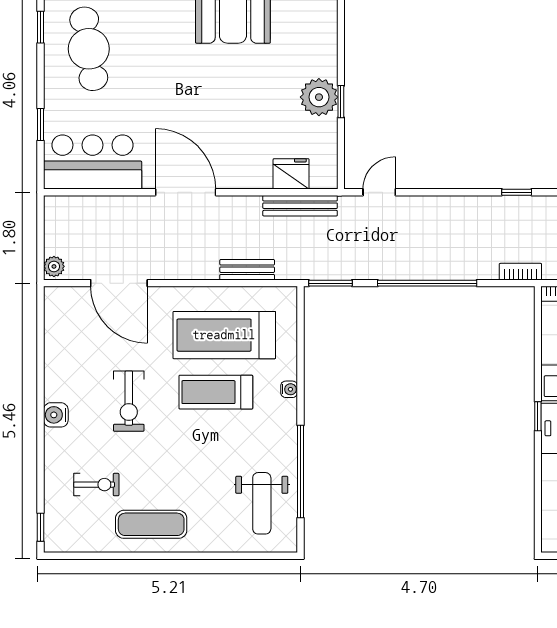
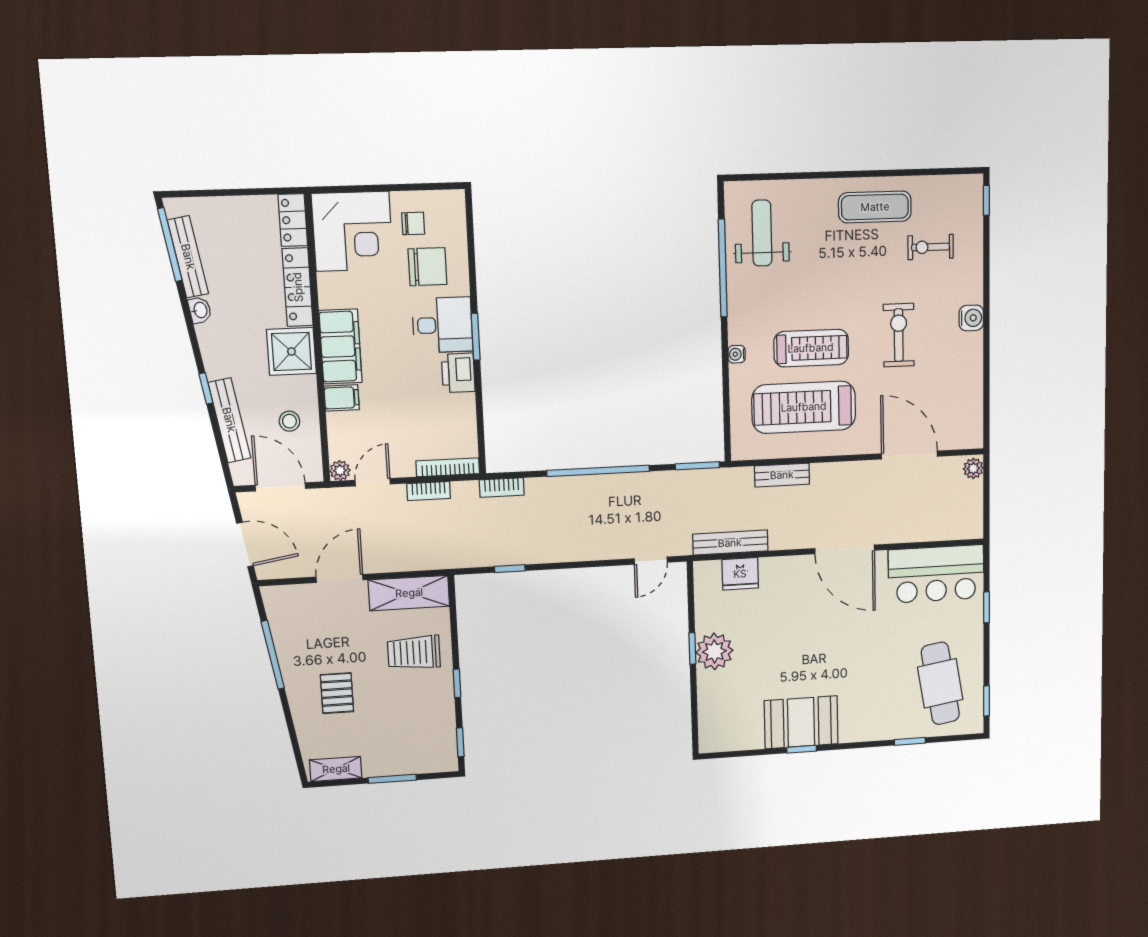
treadmill: (224, 335) -> (804, 407), turned 180
window: (538, 416) -> (476, 337), width x1.50

